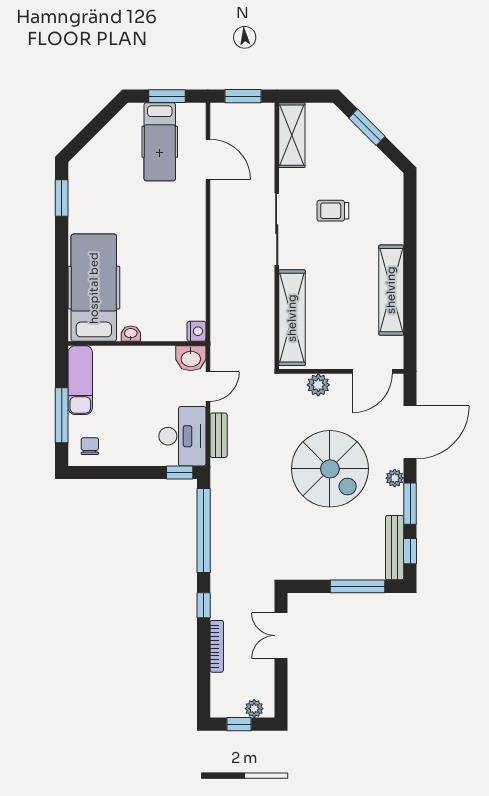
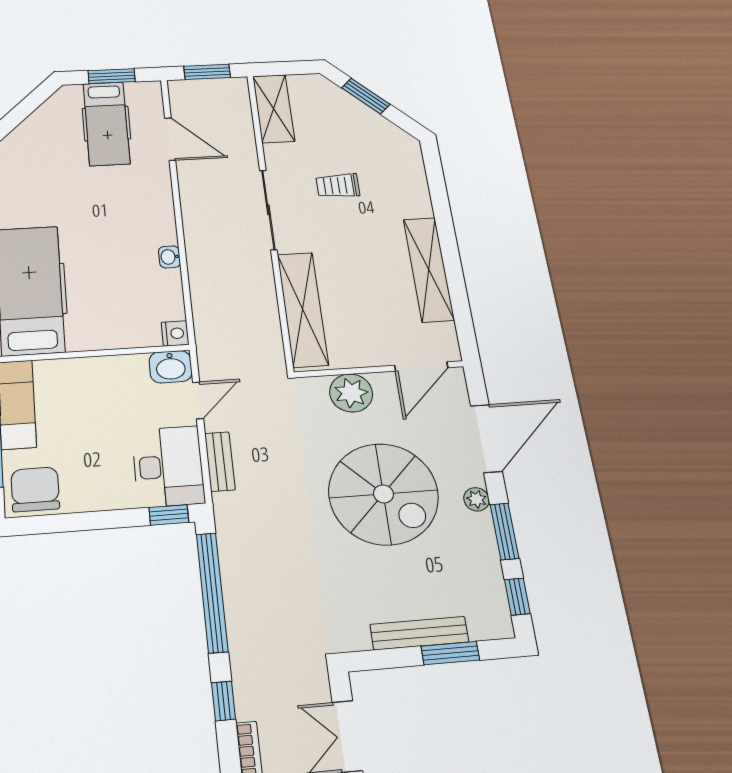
washbasin: (131, 334) -> (169, 257), moved, turned -90
plant: (318, 385) -> (351, 393), width x1.36, depth x1.36
chair: (90, 446) -> (35, 489), width x1.87, depth x1.87
bench: (395, 548) -> (419, 633), moved, turned 90
window: (358, 586) -> (450, 653), width x0.69

